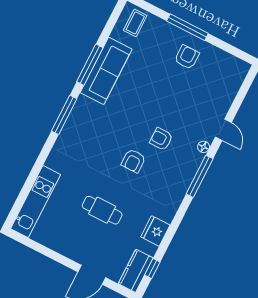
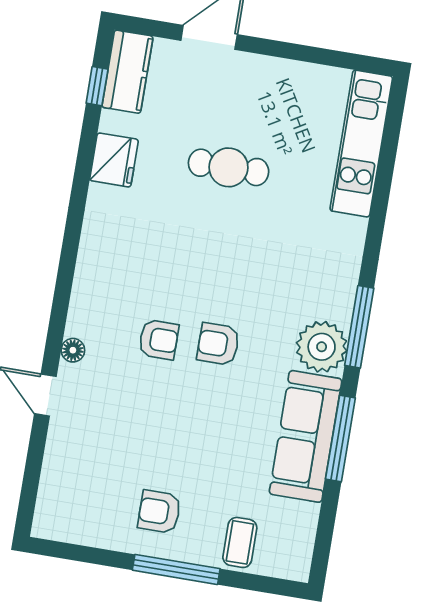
coffee table: (135, 23) -> (240, 542), moved
armchair: (187, 57) -> (159, 512), turned 90
plant: (85, 111) -> (322, 347), added
armchair: (133, 161) -> (218, 344), moved, turned -90
window: (200, 176) -> (63, 291), removed

